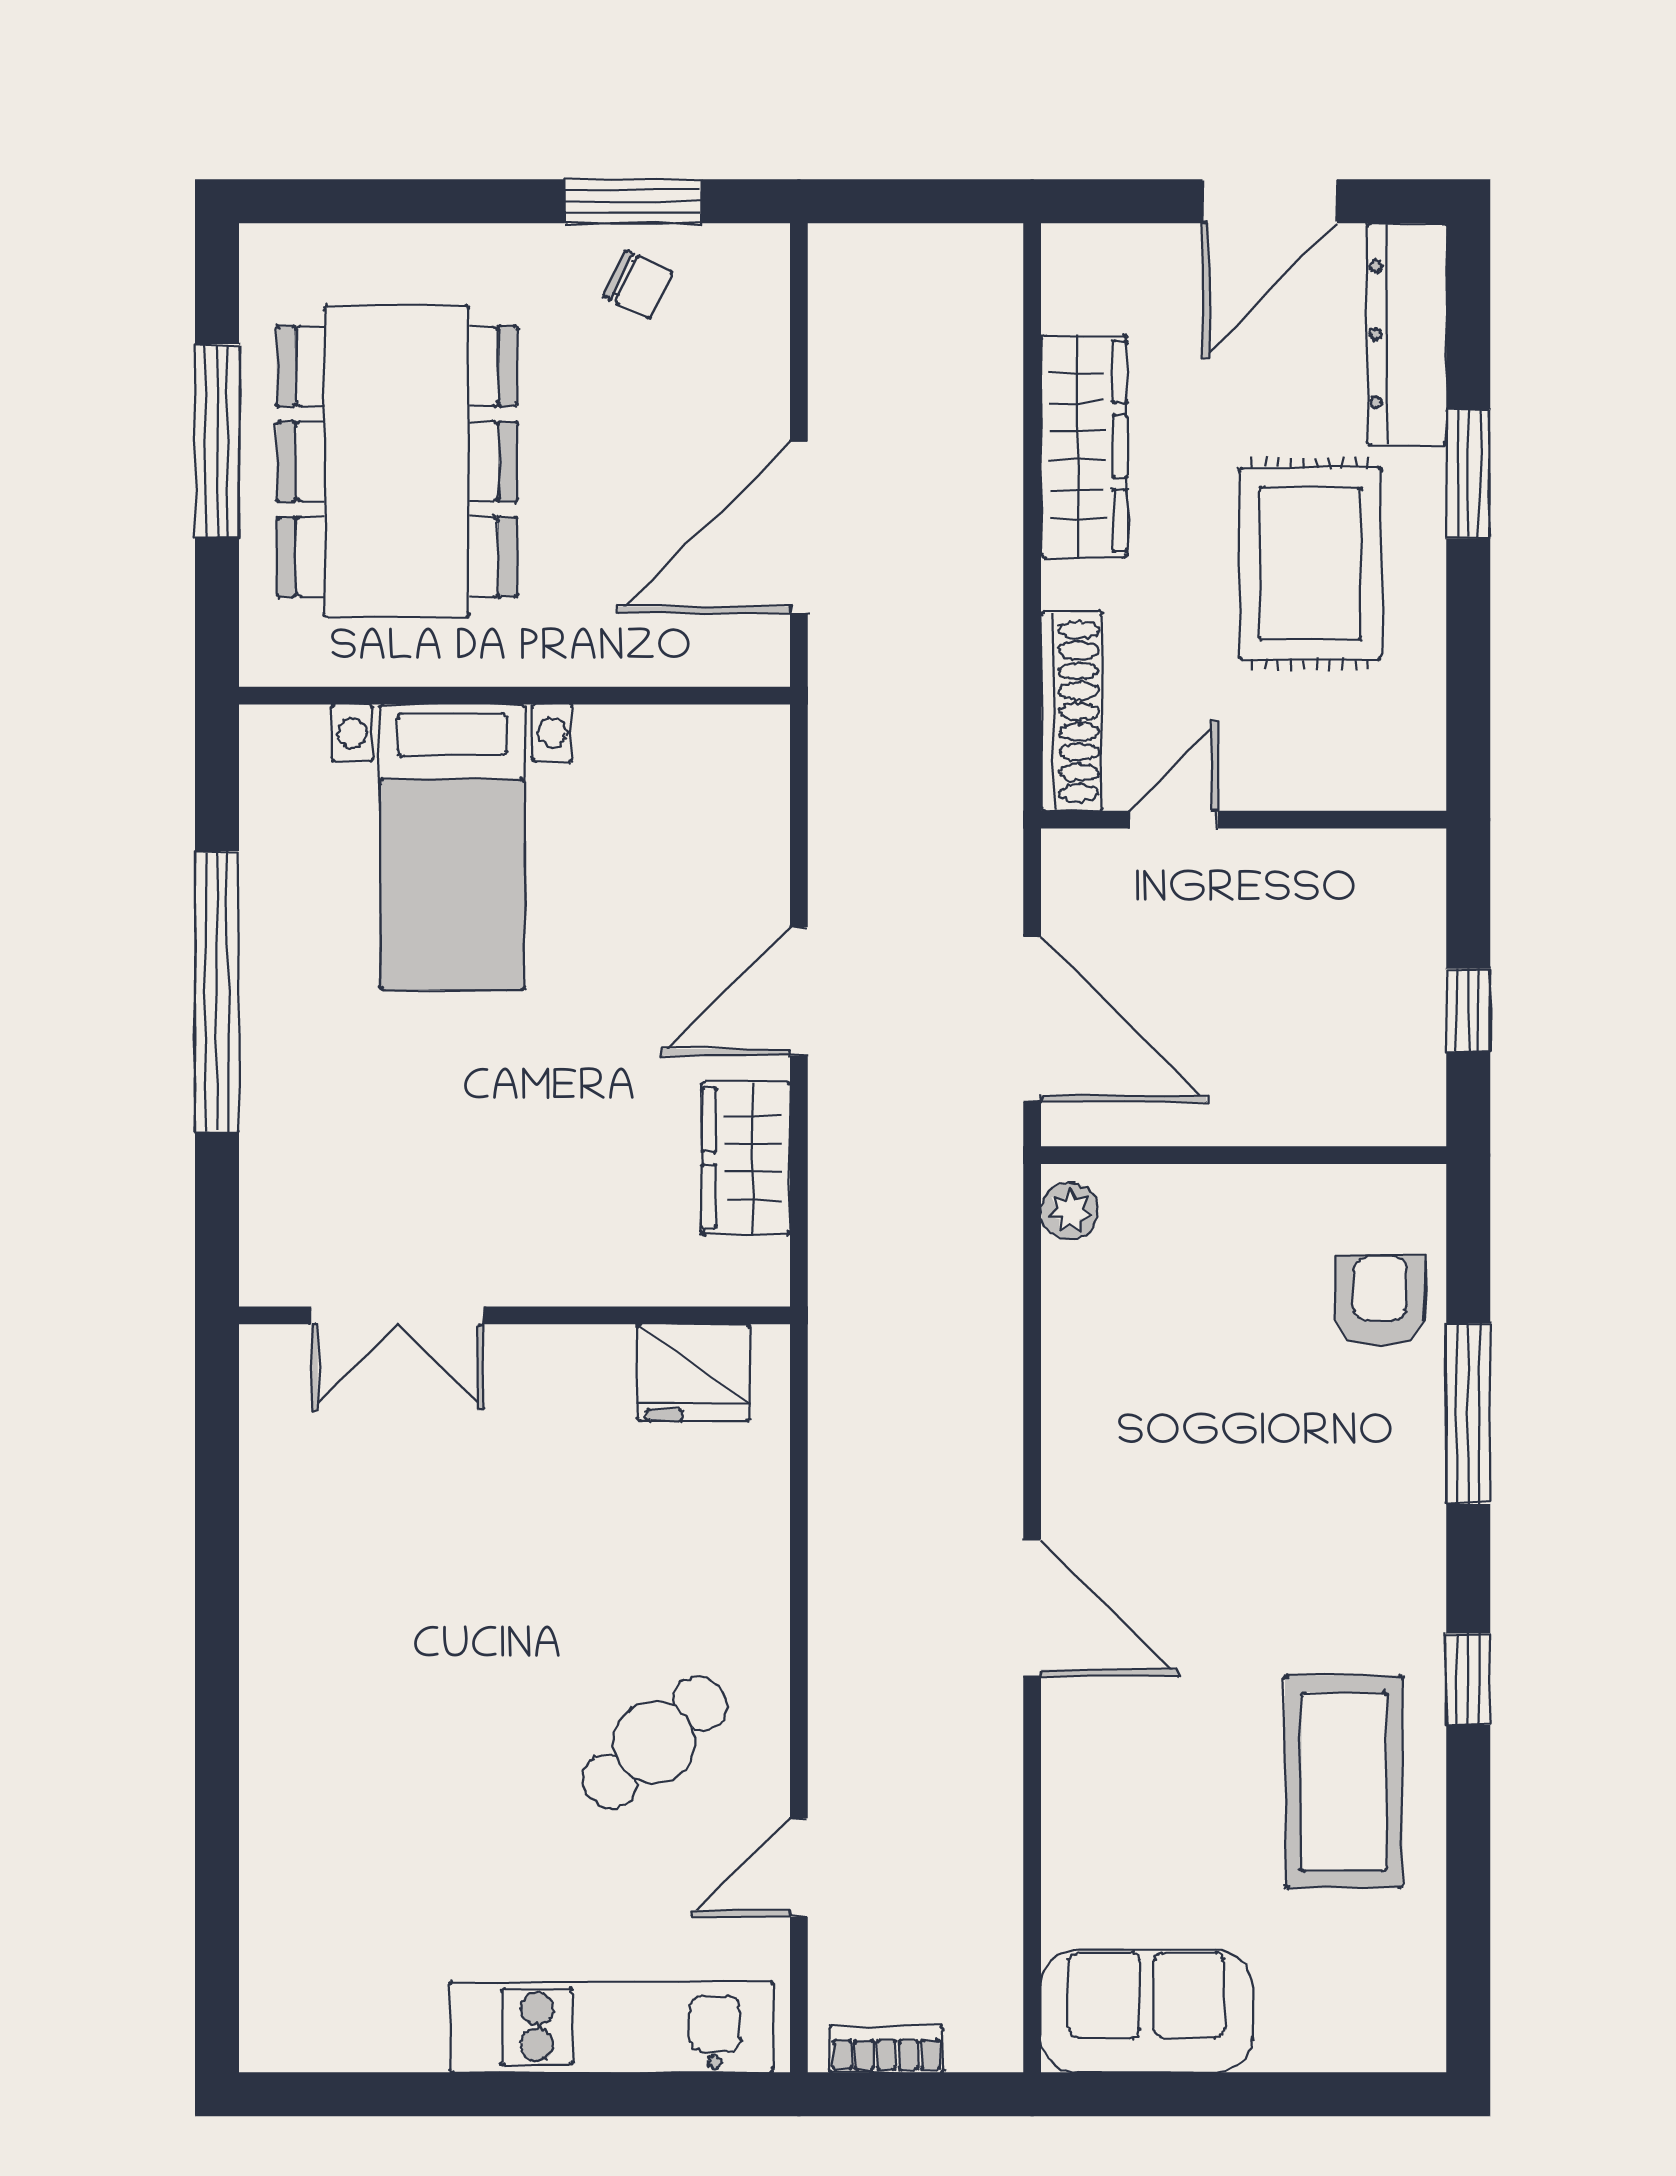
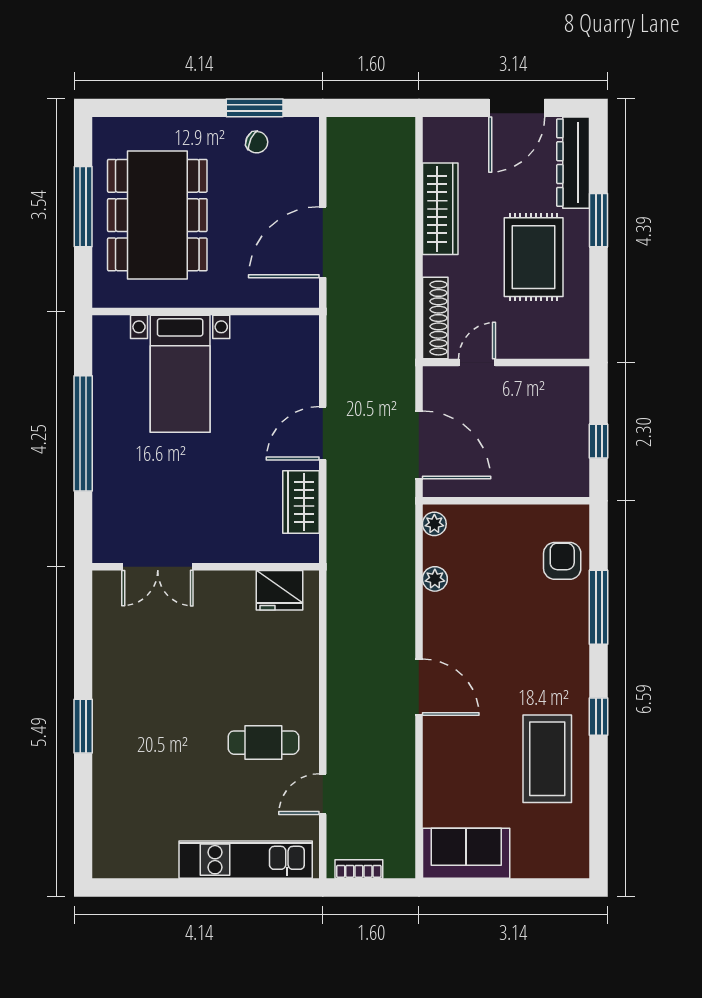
plant: (1071, 1345) -> (435, 579), added
window: (217, 1702) -> (83, 726), added
cafe table: (655, 1742) -> (263, 743), turned 41

